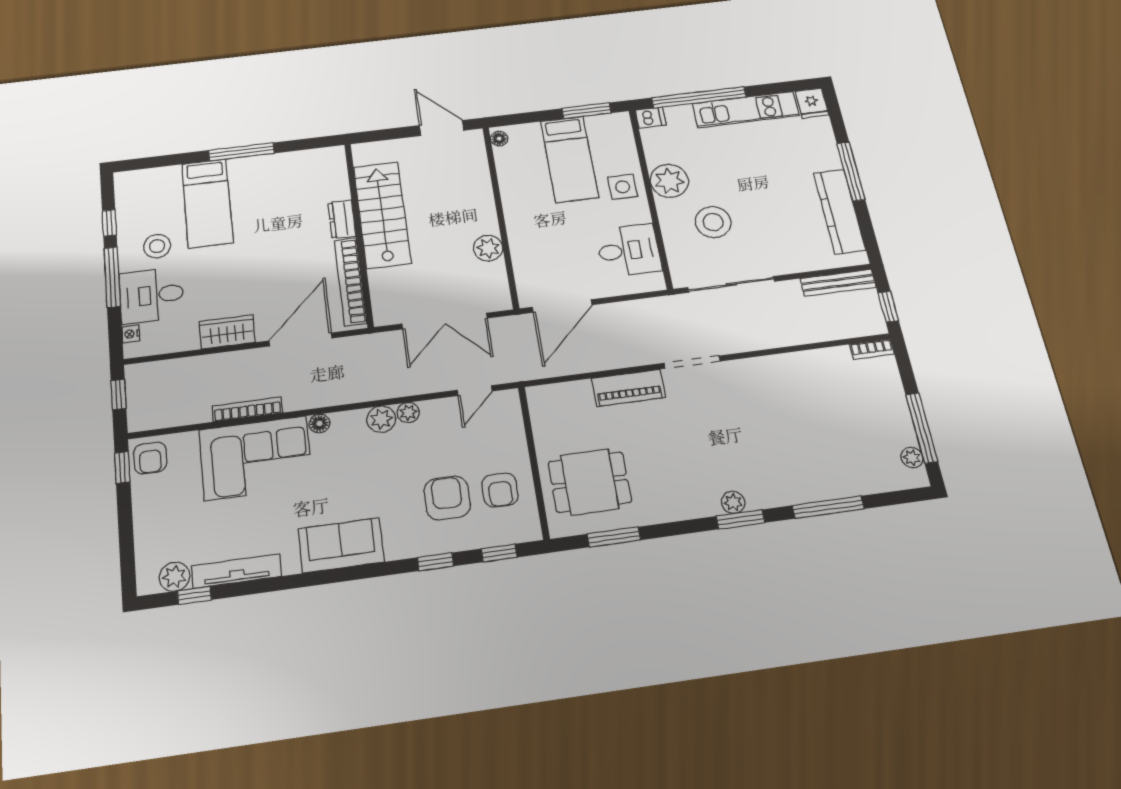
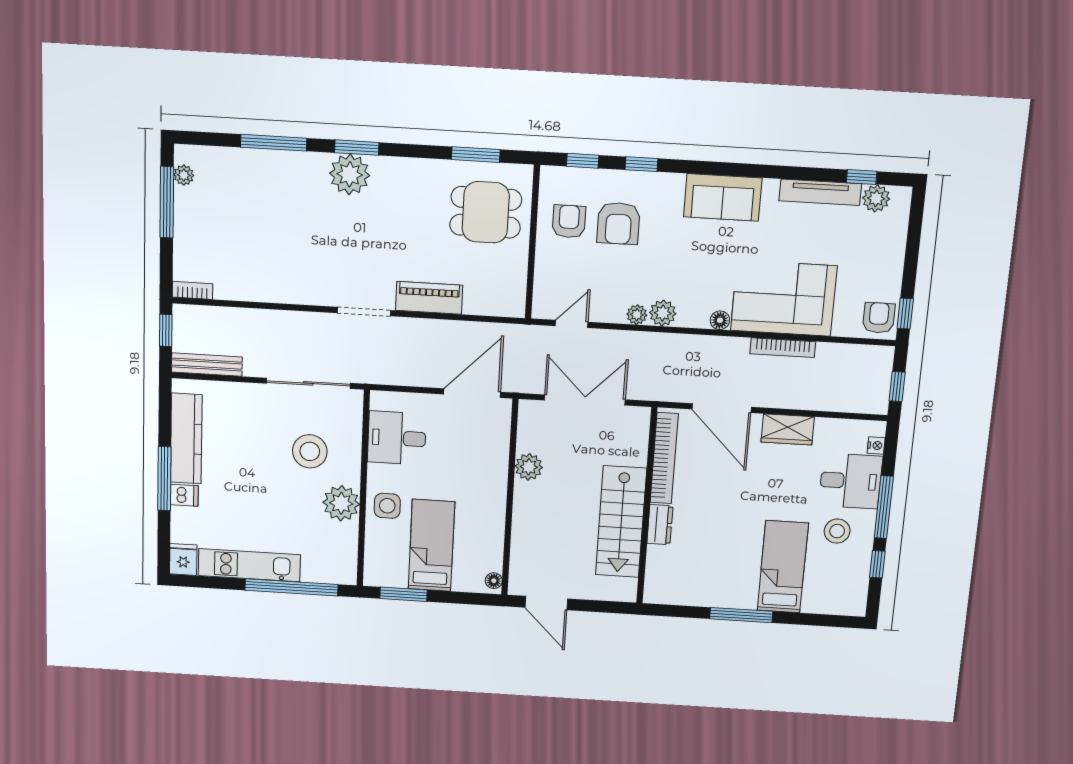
dishwasher: (651, 118) -> (184, 495), moved, turned 180
door: (300, 339) -> (722, 408), hinge flipped
plant: (733, 502) -> (350, 174), width x1.87, depth x1.87

